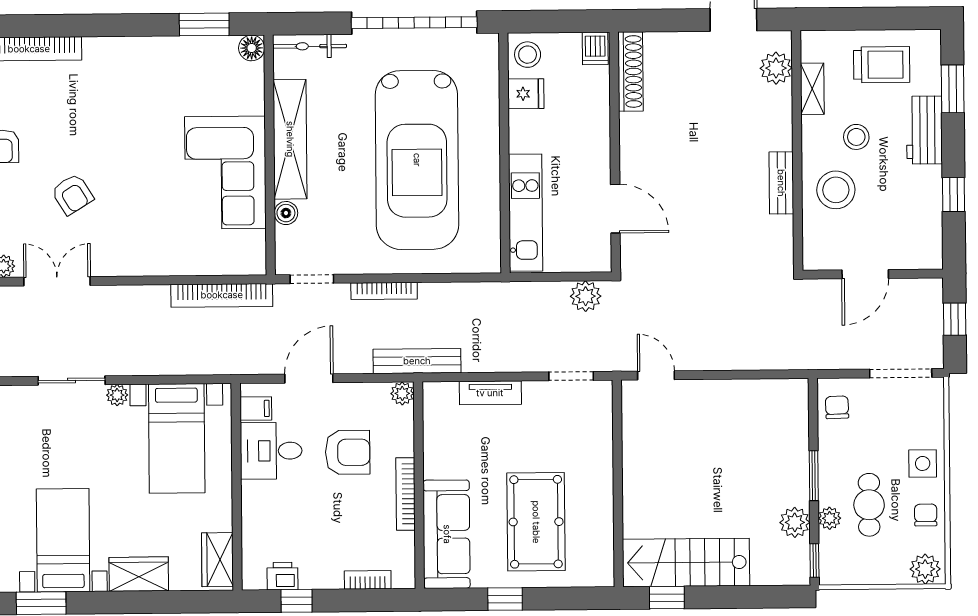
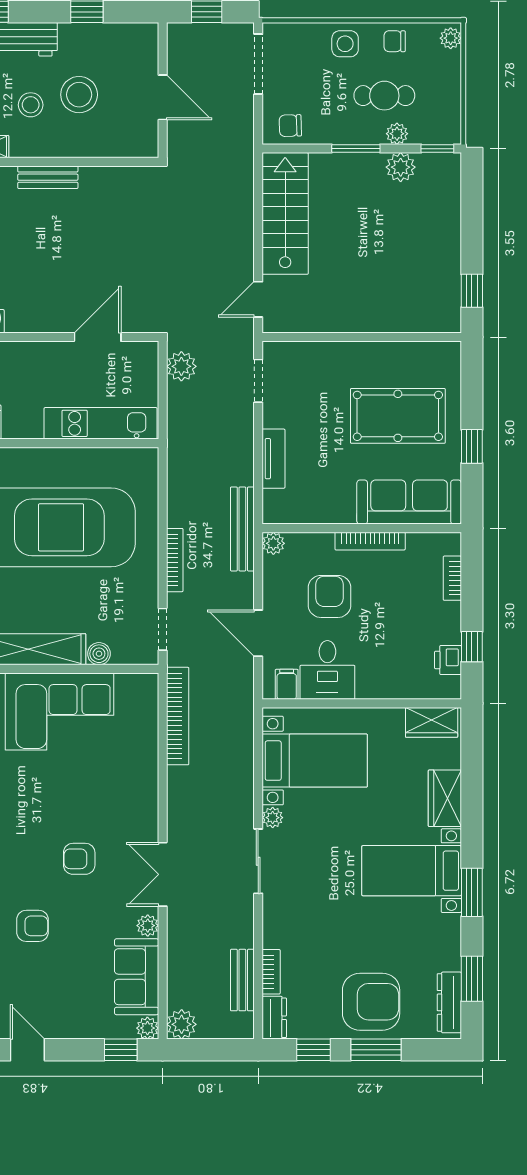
bench: (781, 183) -> (48, 177), moved
stool: (836, 190) -> (79, 95), moved
armchair: (72, 194) -> (79, 859), turned -148
stairs: (686, 563) -> (285, 213), moved, turned 180
plant: (925, 569) -> (451, 38), width x0.73, depth x0.73

